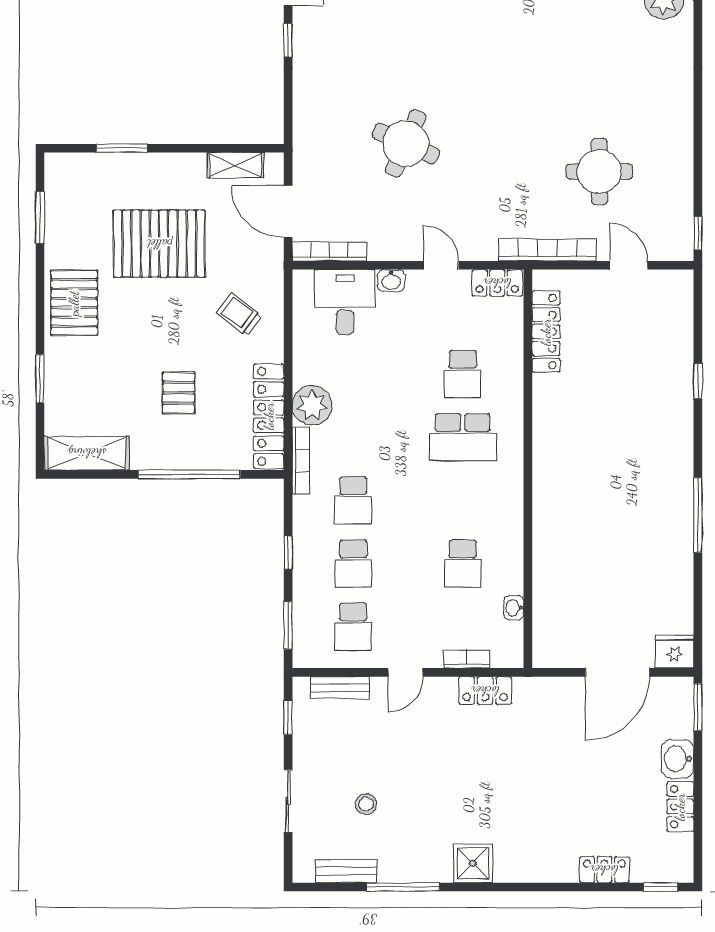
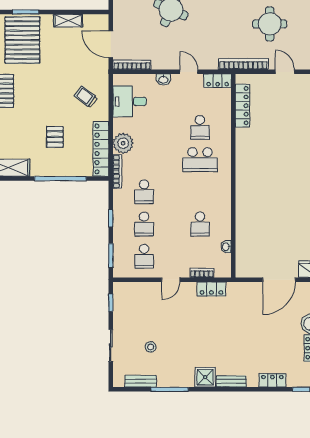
shelving: (235, 165) -> (68, 21), moved
pallet: (159, 244) -> (22, 40), moved, turned 90
desk: (345, 302) -> (130, 101), moved, turned -90
bench: (340, 688) -> (231, 381), moved

